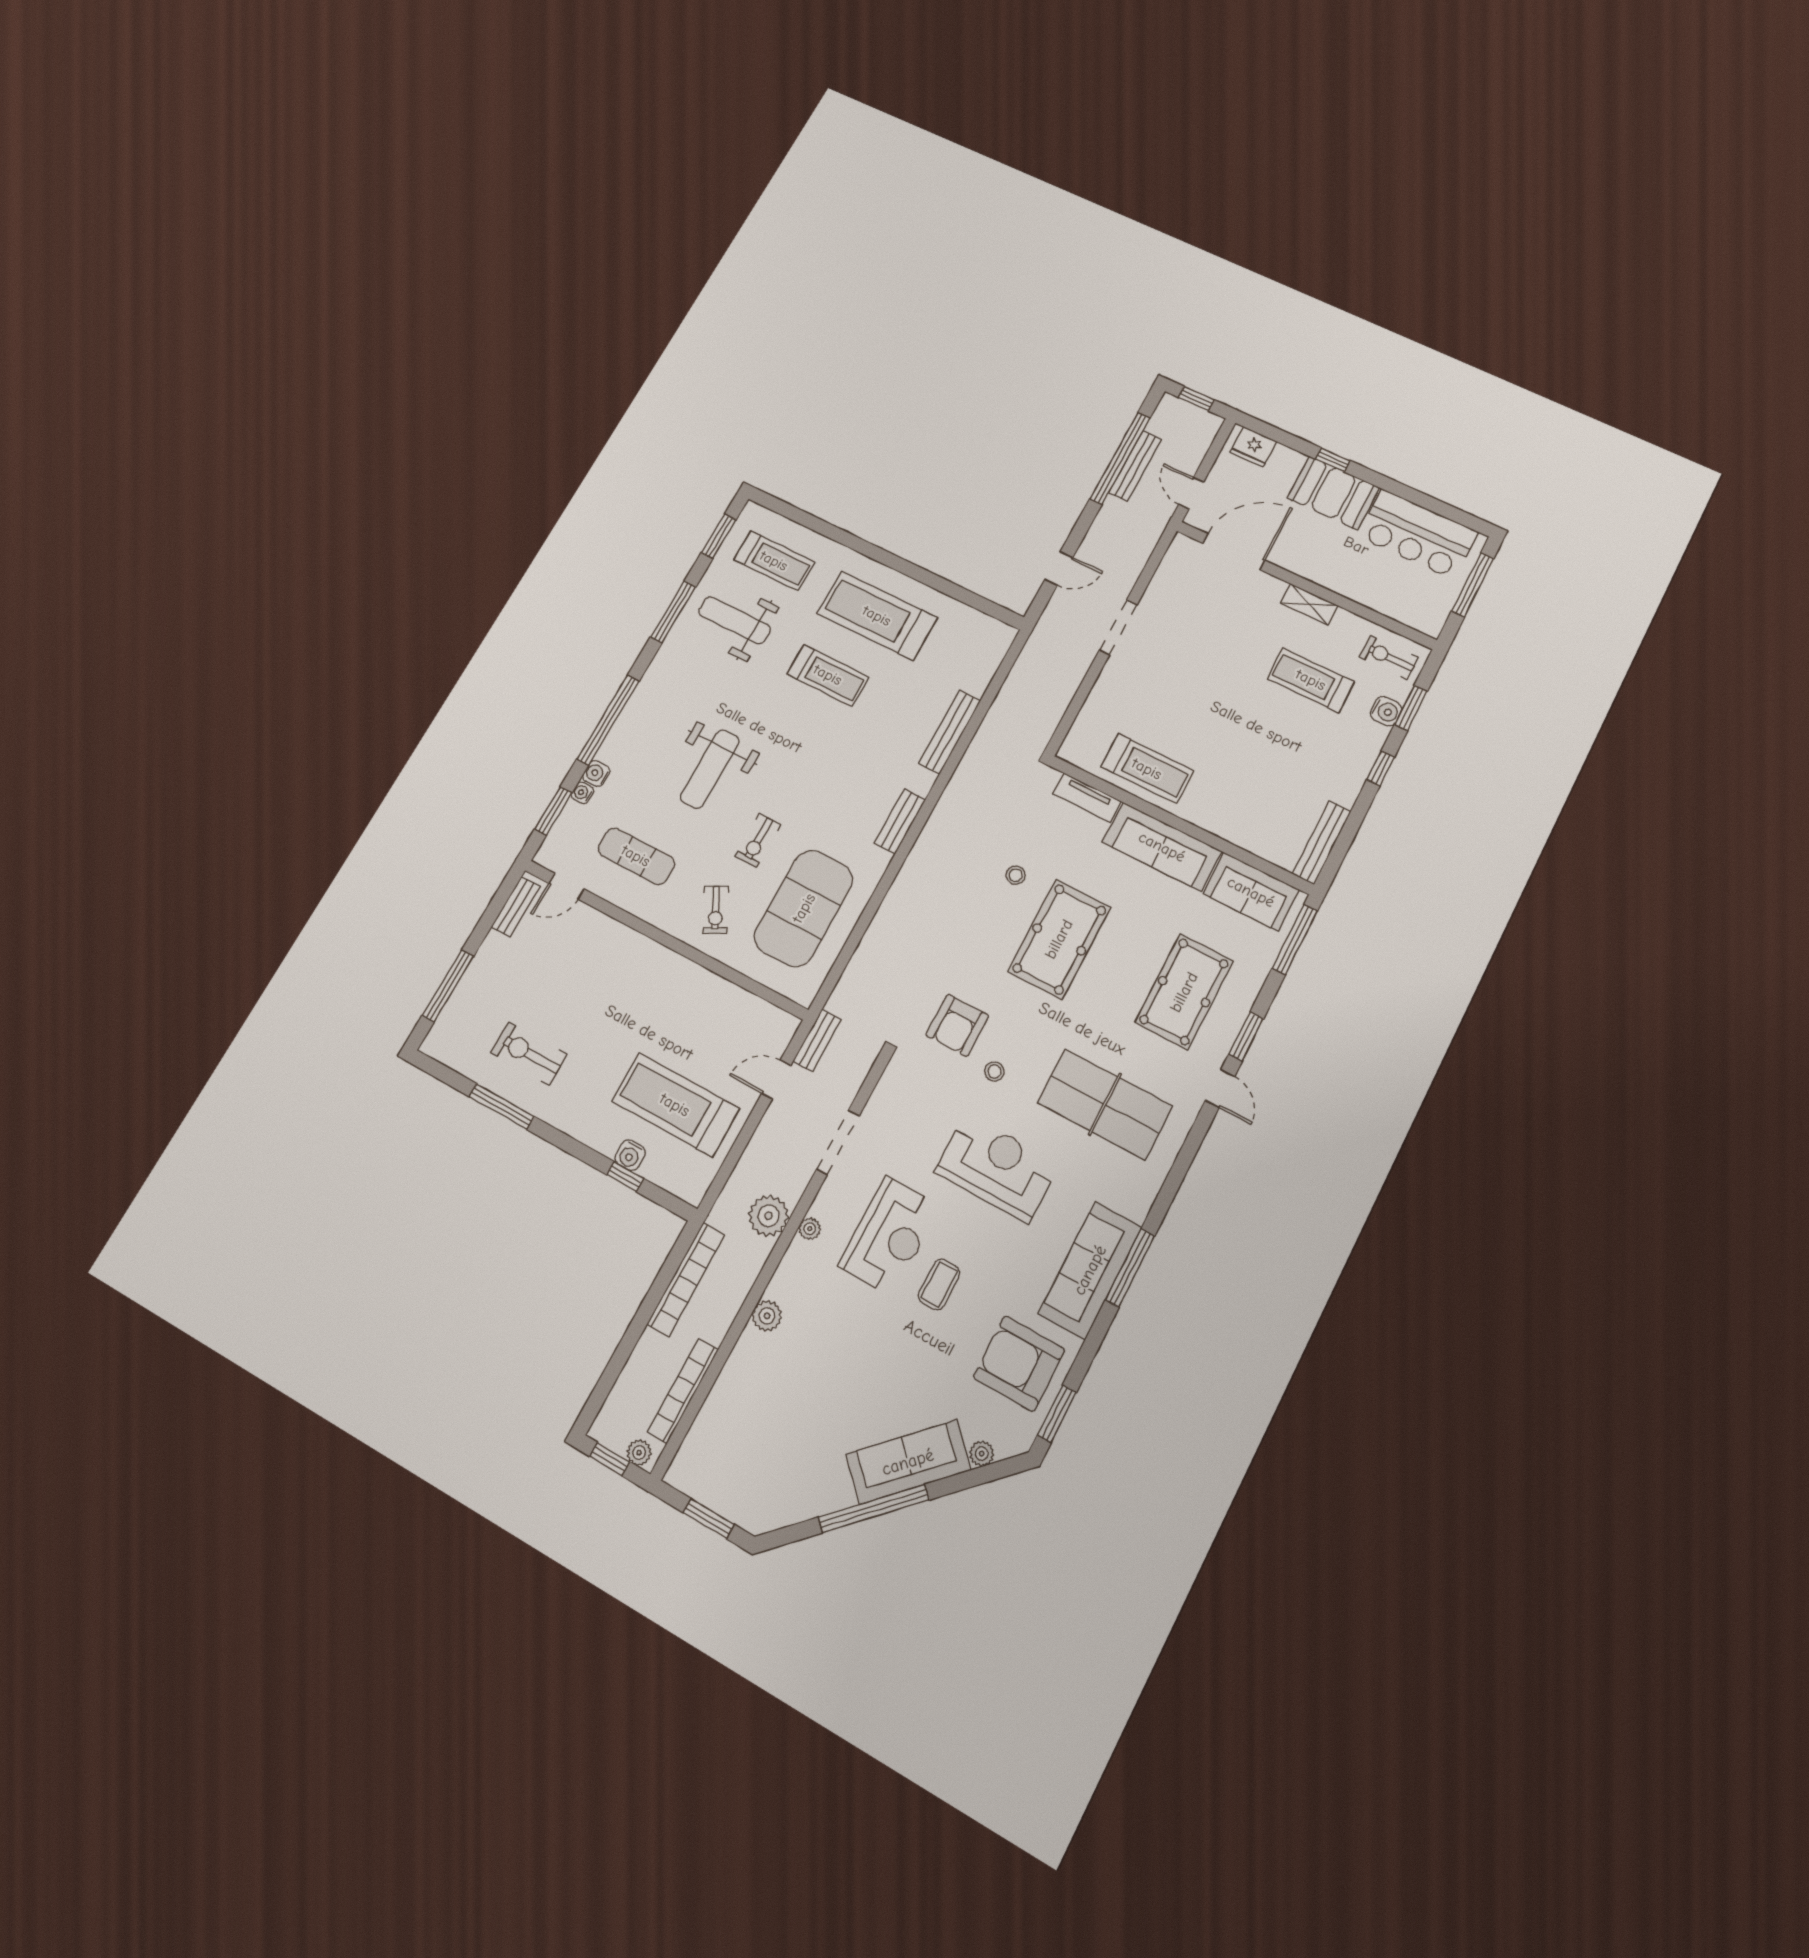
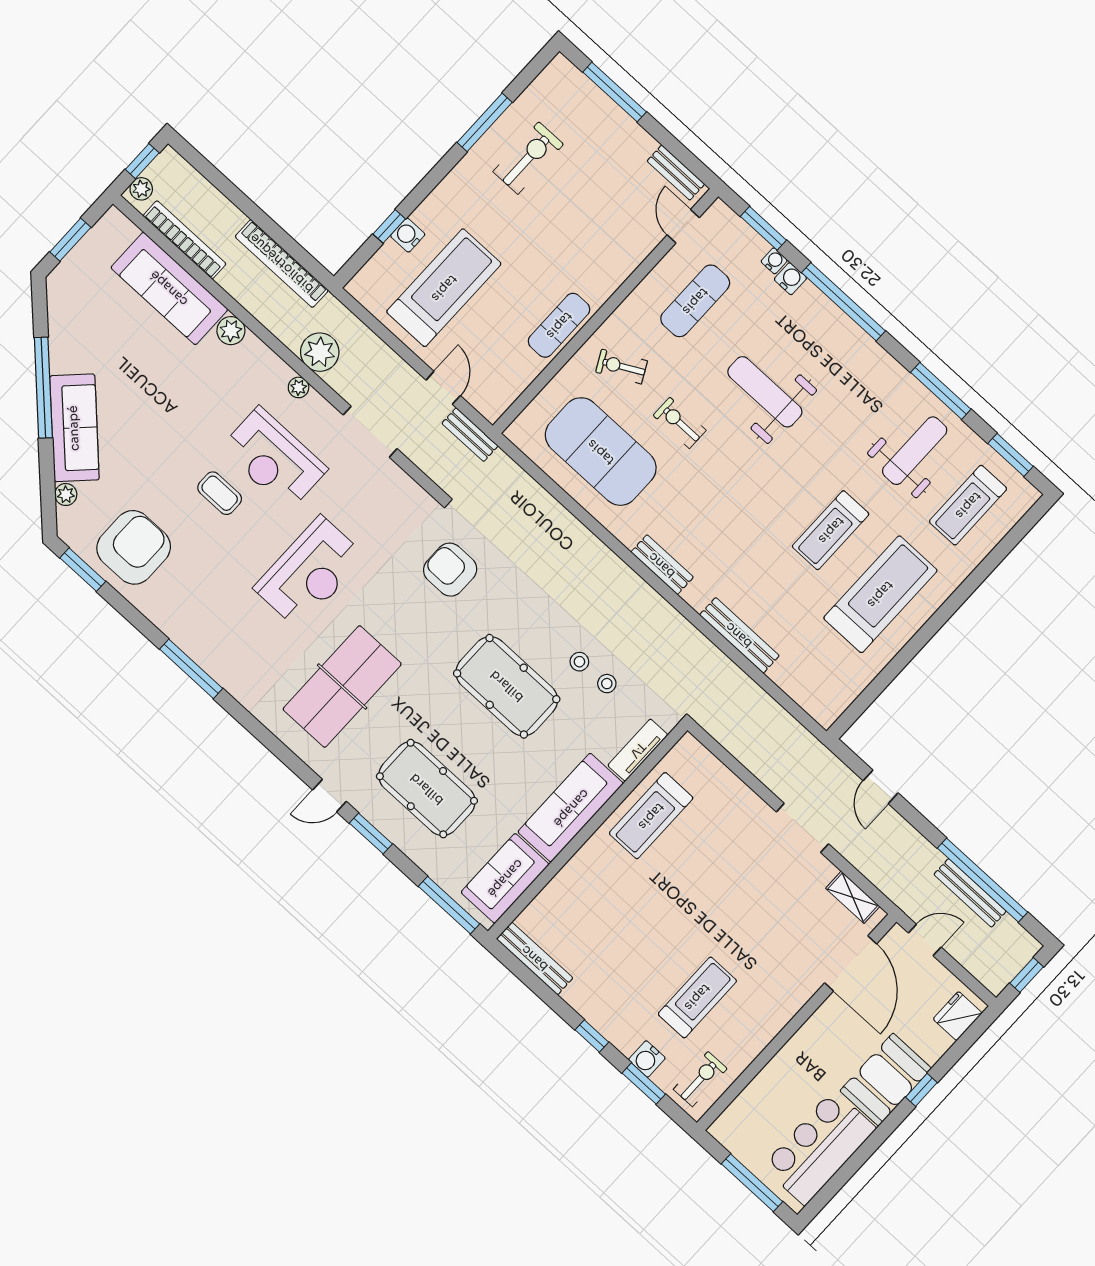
shelving: (1309, 604) -> (853, 897), moved, turned 90
exercise mat: (688, 981) -> (559, 325), added
stool: (994, 1071) -> (607, 684), moved
sofa: (1090, 1270) -> (169, 288), moved, turned 180

